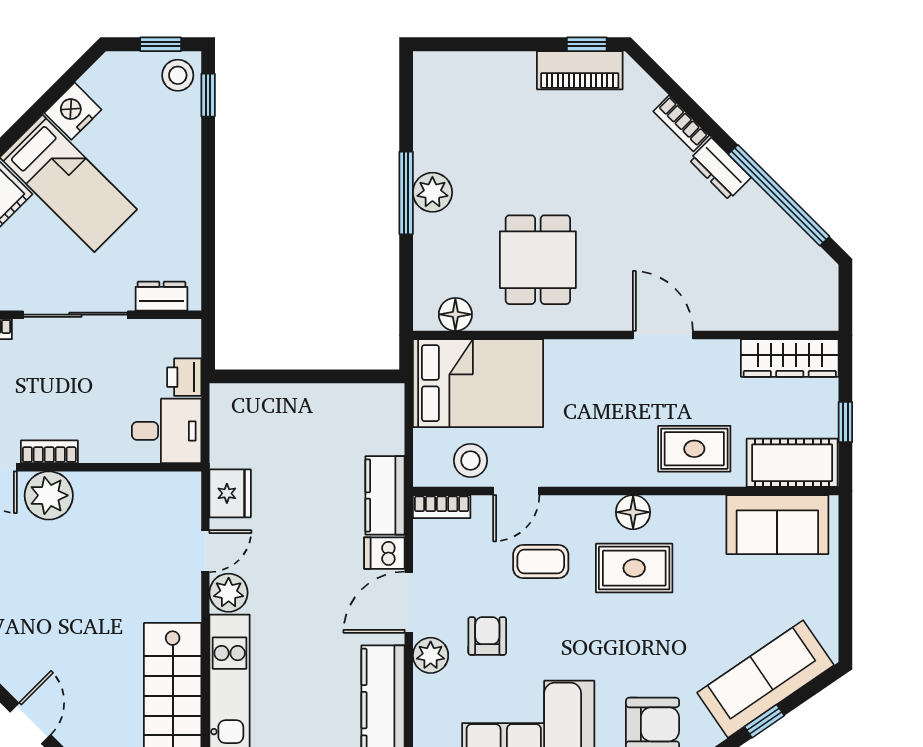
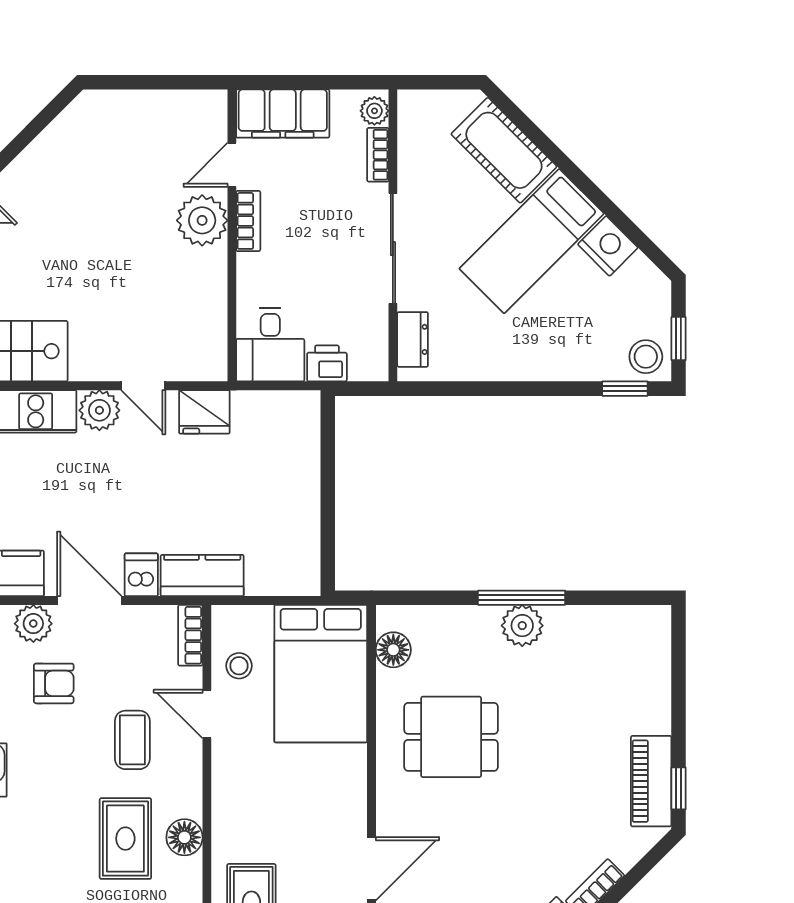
stool: (471, 461) -> (239, 666), width x0.73, depth x0.73

